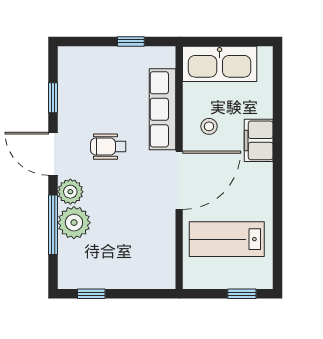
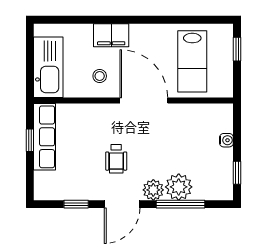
row of seats: (162, 109) -> (44, 137), moved, turned -90
water cooler: (131, 281) -> (226, 140), added

